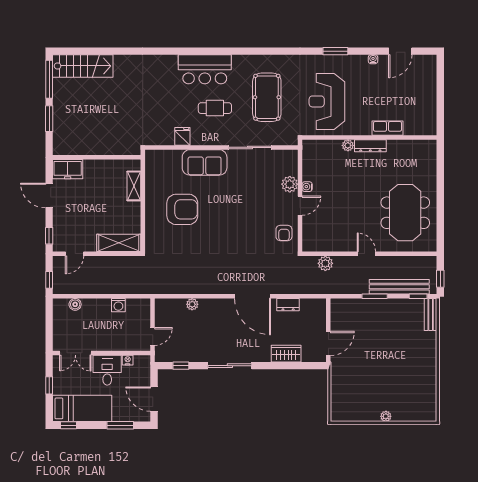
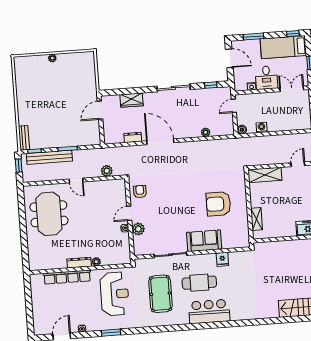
cafe table: (215, 108) -> (199, 283), width x1.37, depth x1.35
row of seats: (387, 128) -> (67, 277), width x2.02
boiler: (75, 304) -> (242, 130), moved

